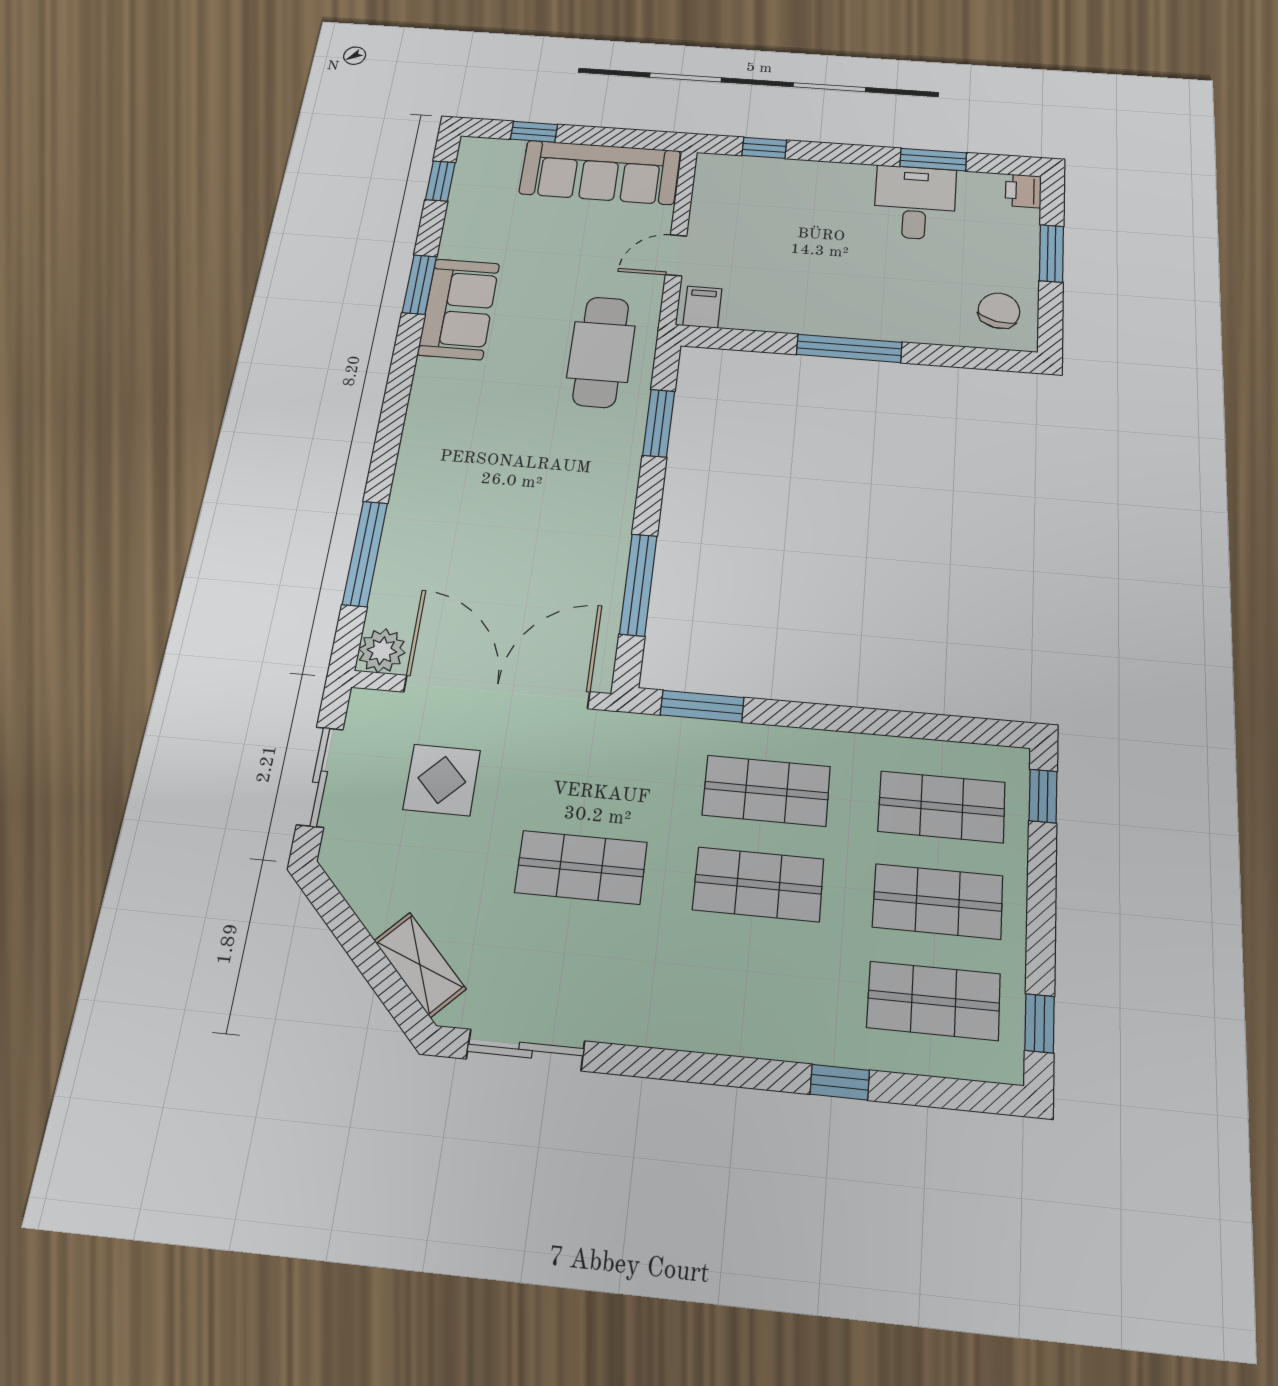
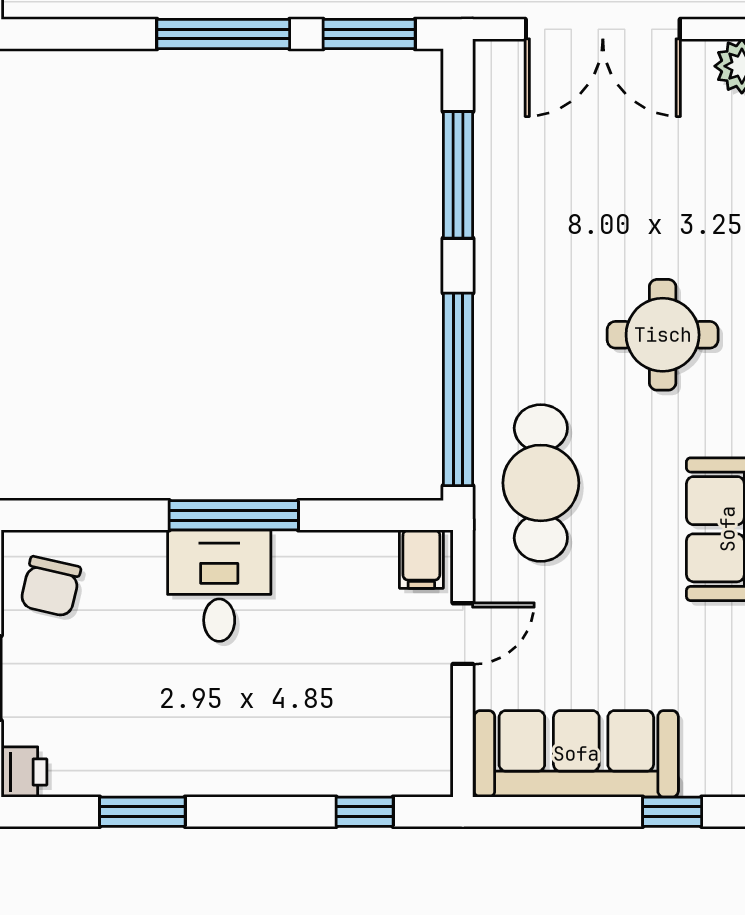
desk: (915, 203) -> (219, 586), moved, turned 180
window: (659, 423) -> (458, 389), width x2.11
round table: (486, 449) -> (663, 335), added
double door: (497, 692) -> (603, 29), width x0.73
window: (831, 718) -> (223, 34), added

